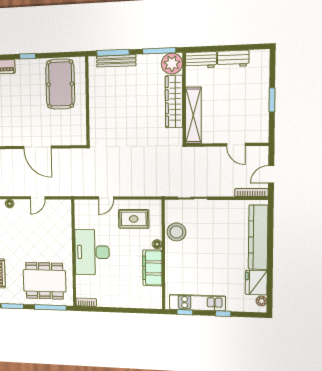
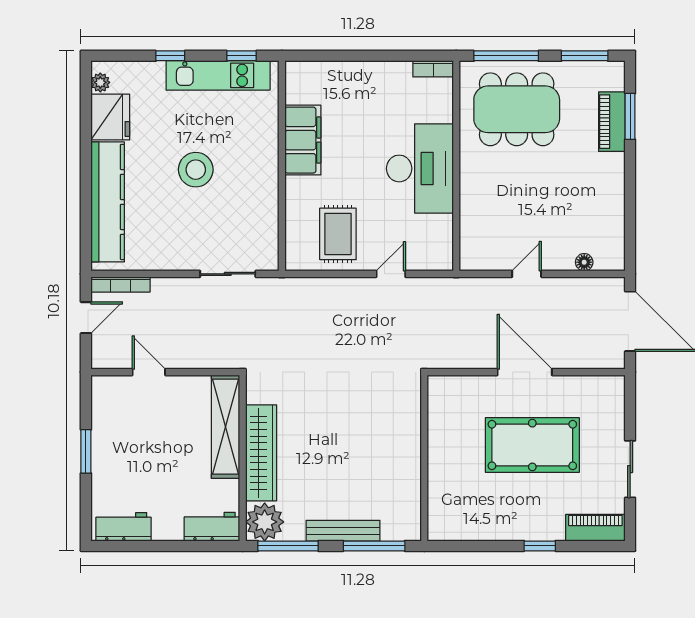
workbench: (233, 59) -> (124, 527), moved
bench: (116, 61) -> (343, 531), moved
pool table: (60, 84) -> (532, 445), moved, turned 90
rug: (134, 219) -> (338, 234), turned 90
stool: (176, 232) -> (196, 170), moved
floor lamp: (157, 244) -> (294, 186), removed

